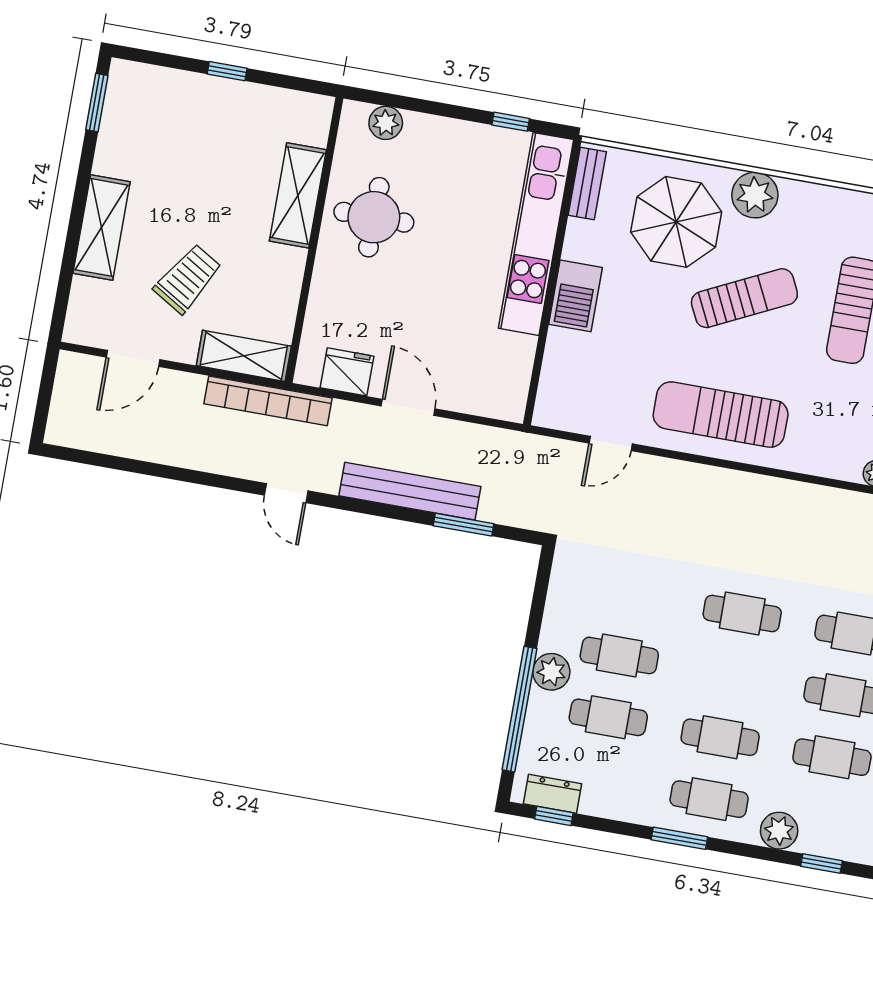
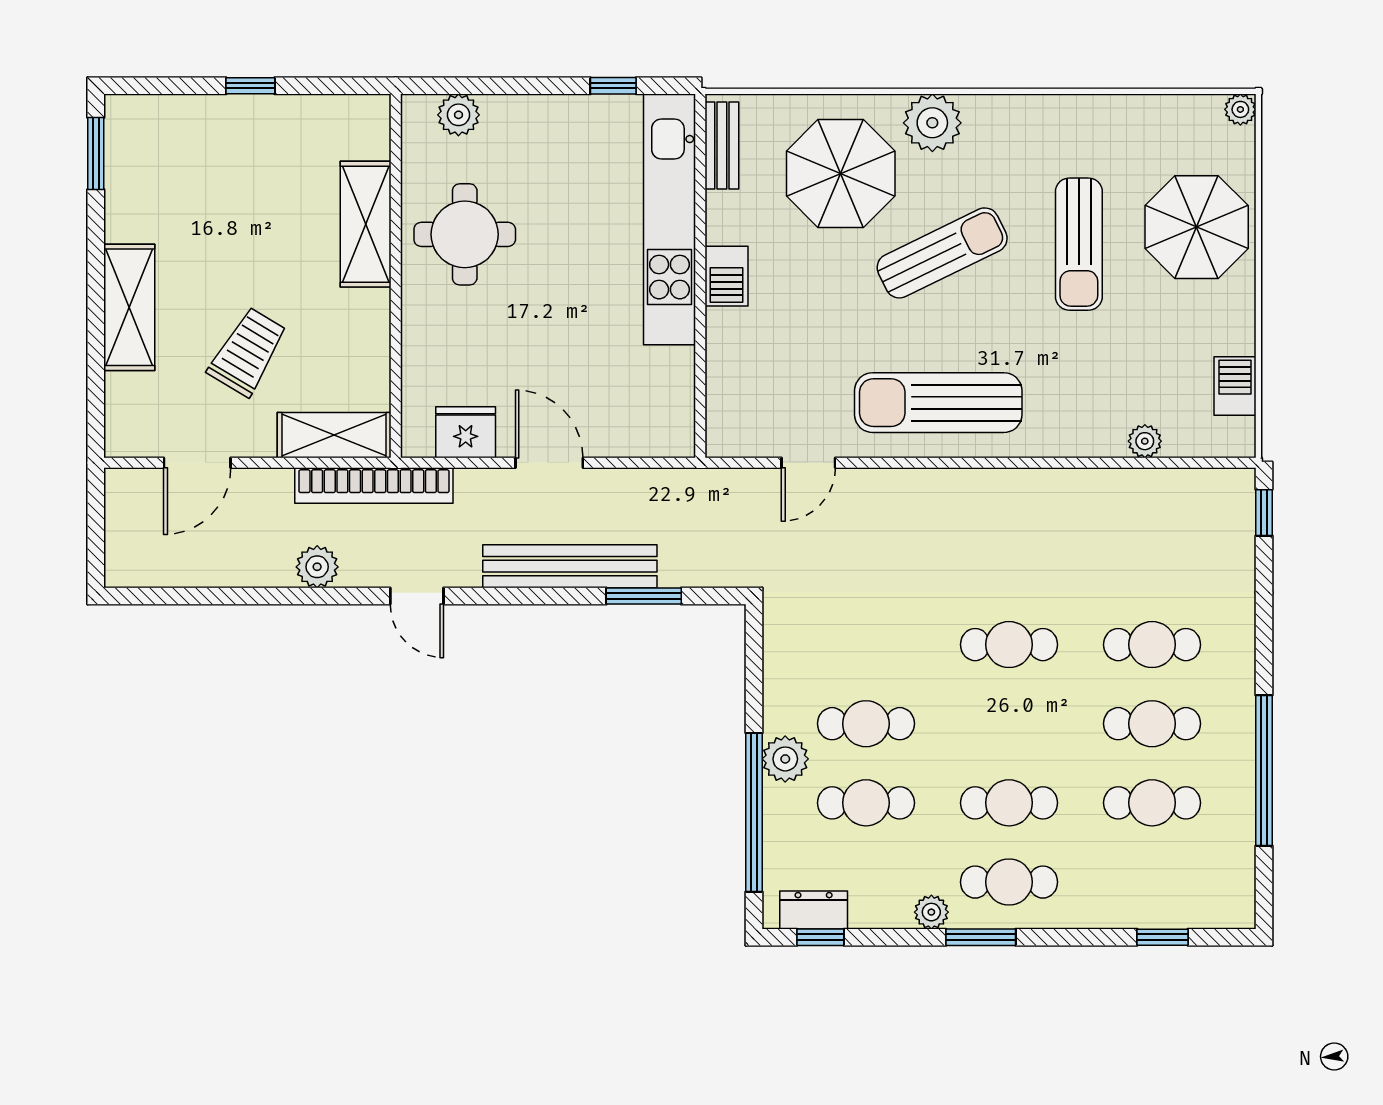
barbecue: (575, 296) -> (726, 276), width x0.73, depth x0.79
plant: (212, 456) -> (317, 567), added
plant: (779, 831) -> (931, 912), moved, width x0.73, depth x0.73

